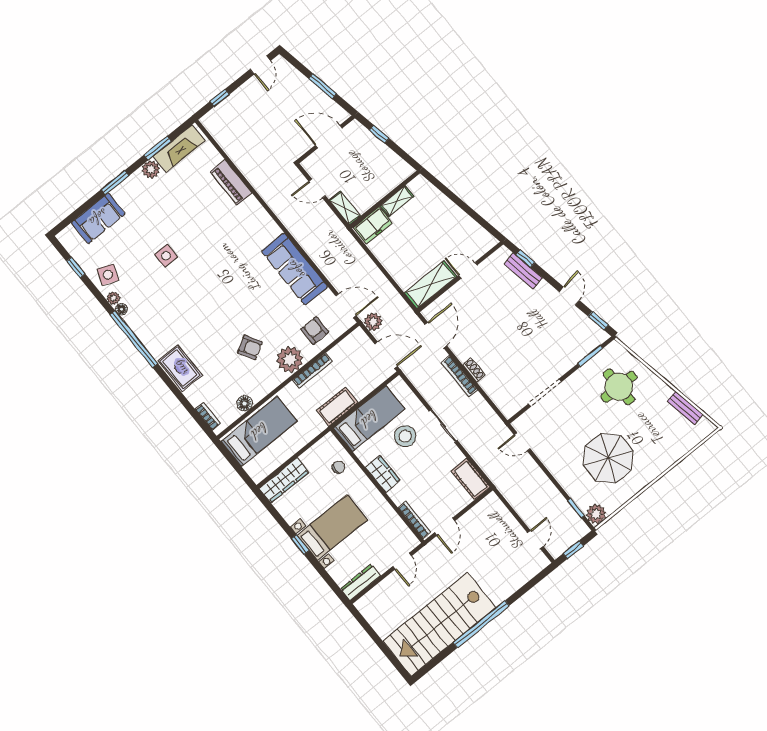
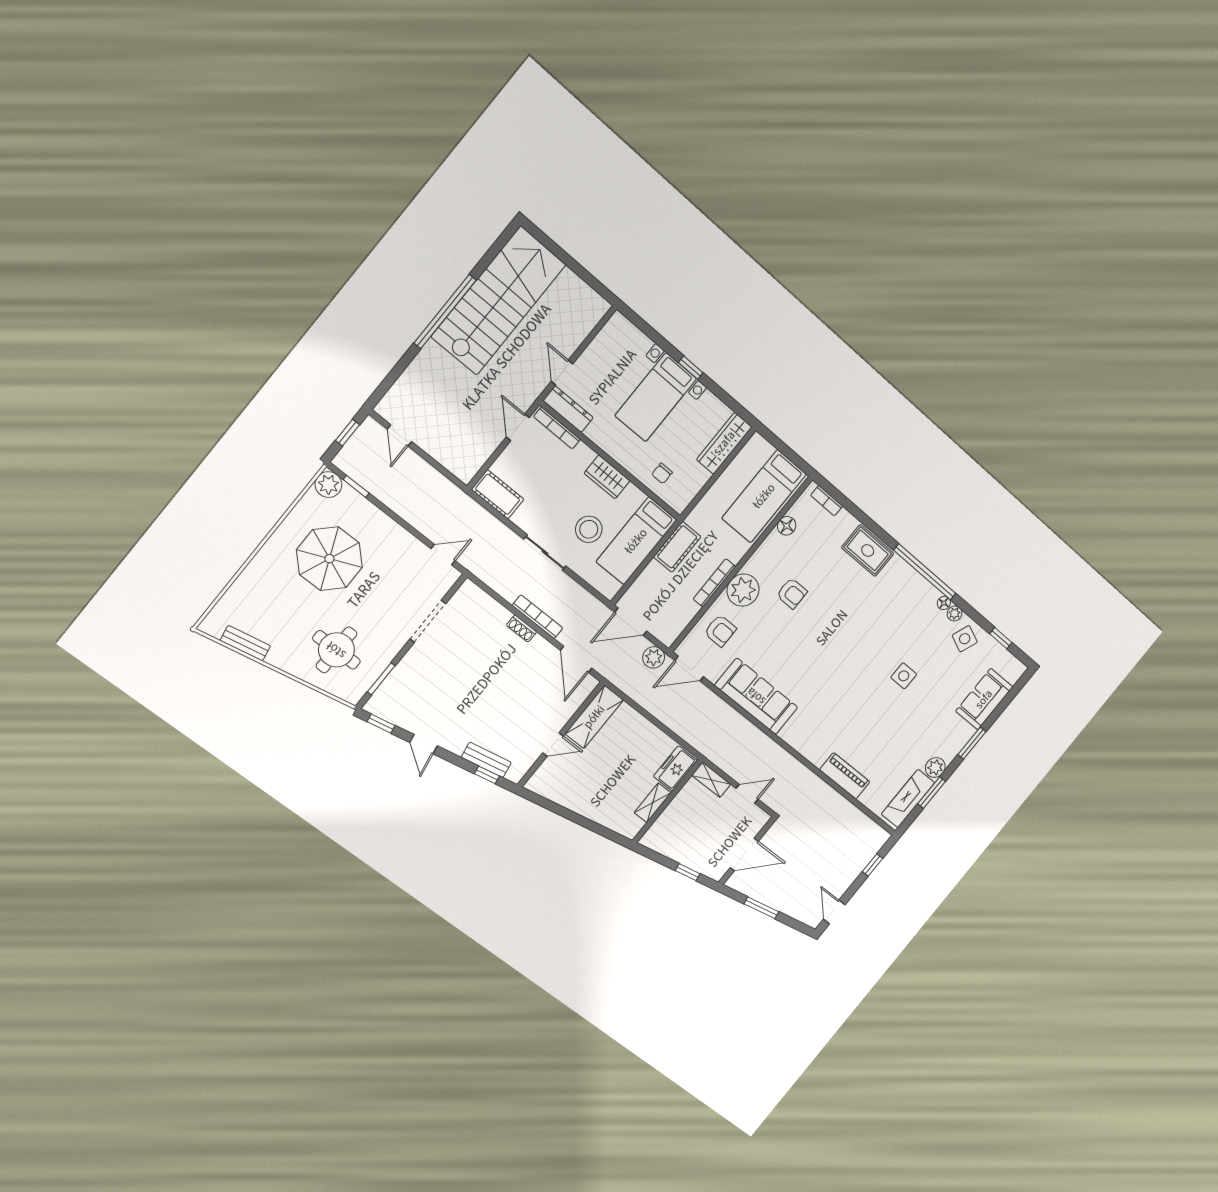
armchair: (250, 347) -> (792, 593), turned -150
dresser: (360, 582) -> (568, 409), moved, turned -90

